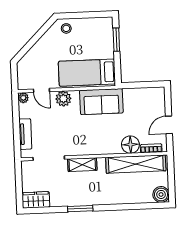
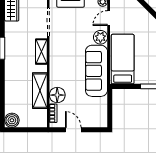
sofa: (101, 102) -> (96, 71), width x1.36
shelving: (136, 164) -> (40, 91), width x0.68

